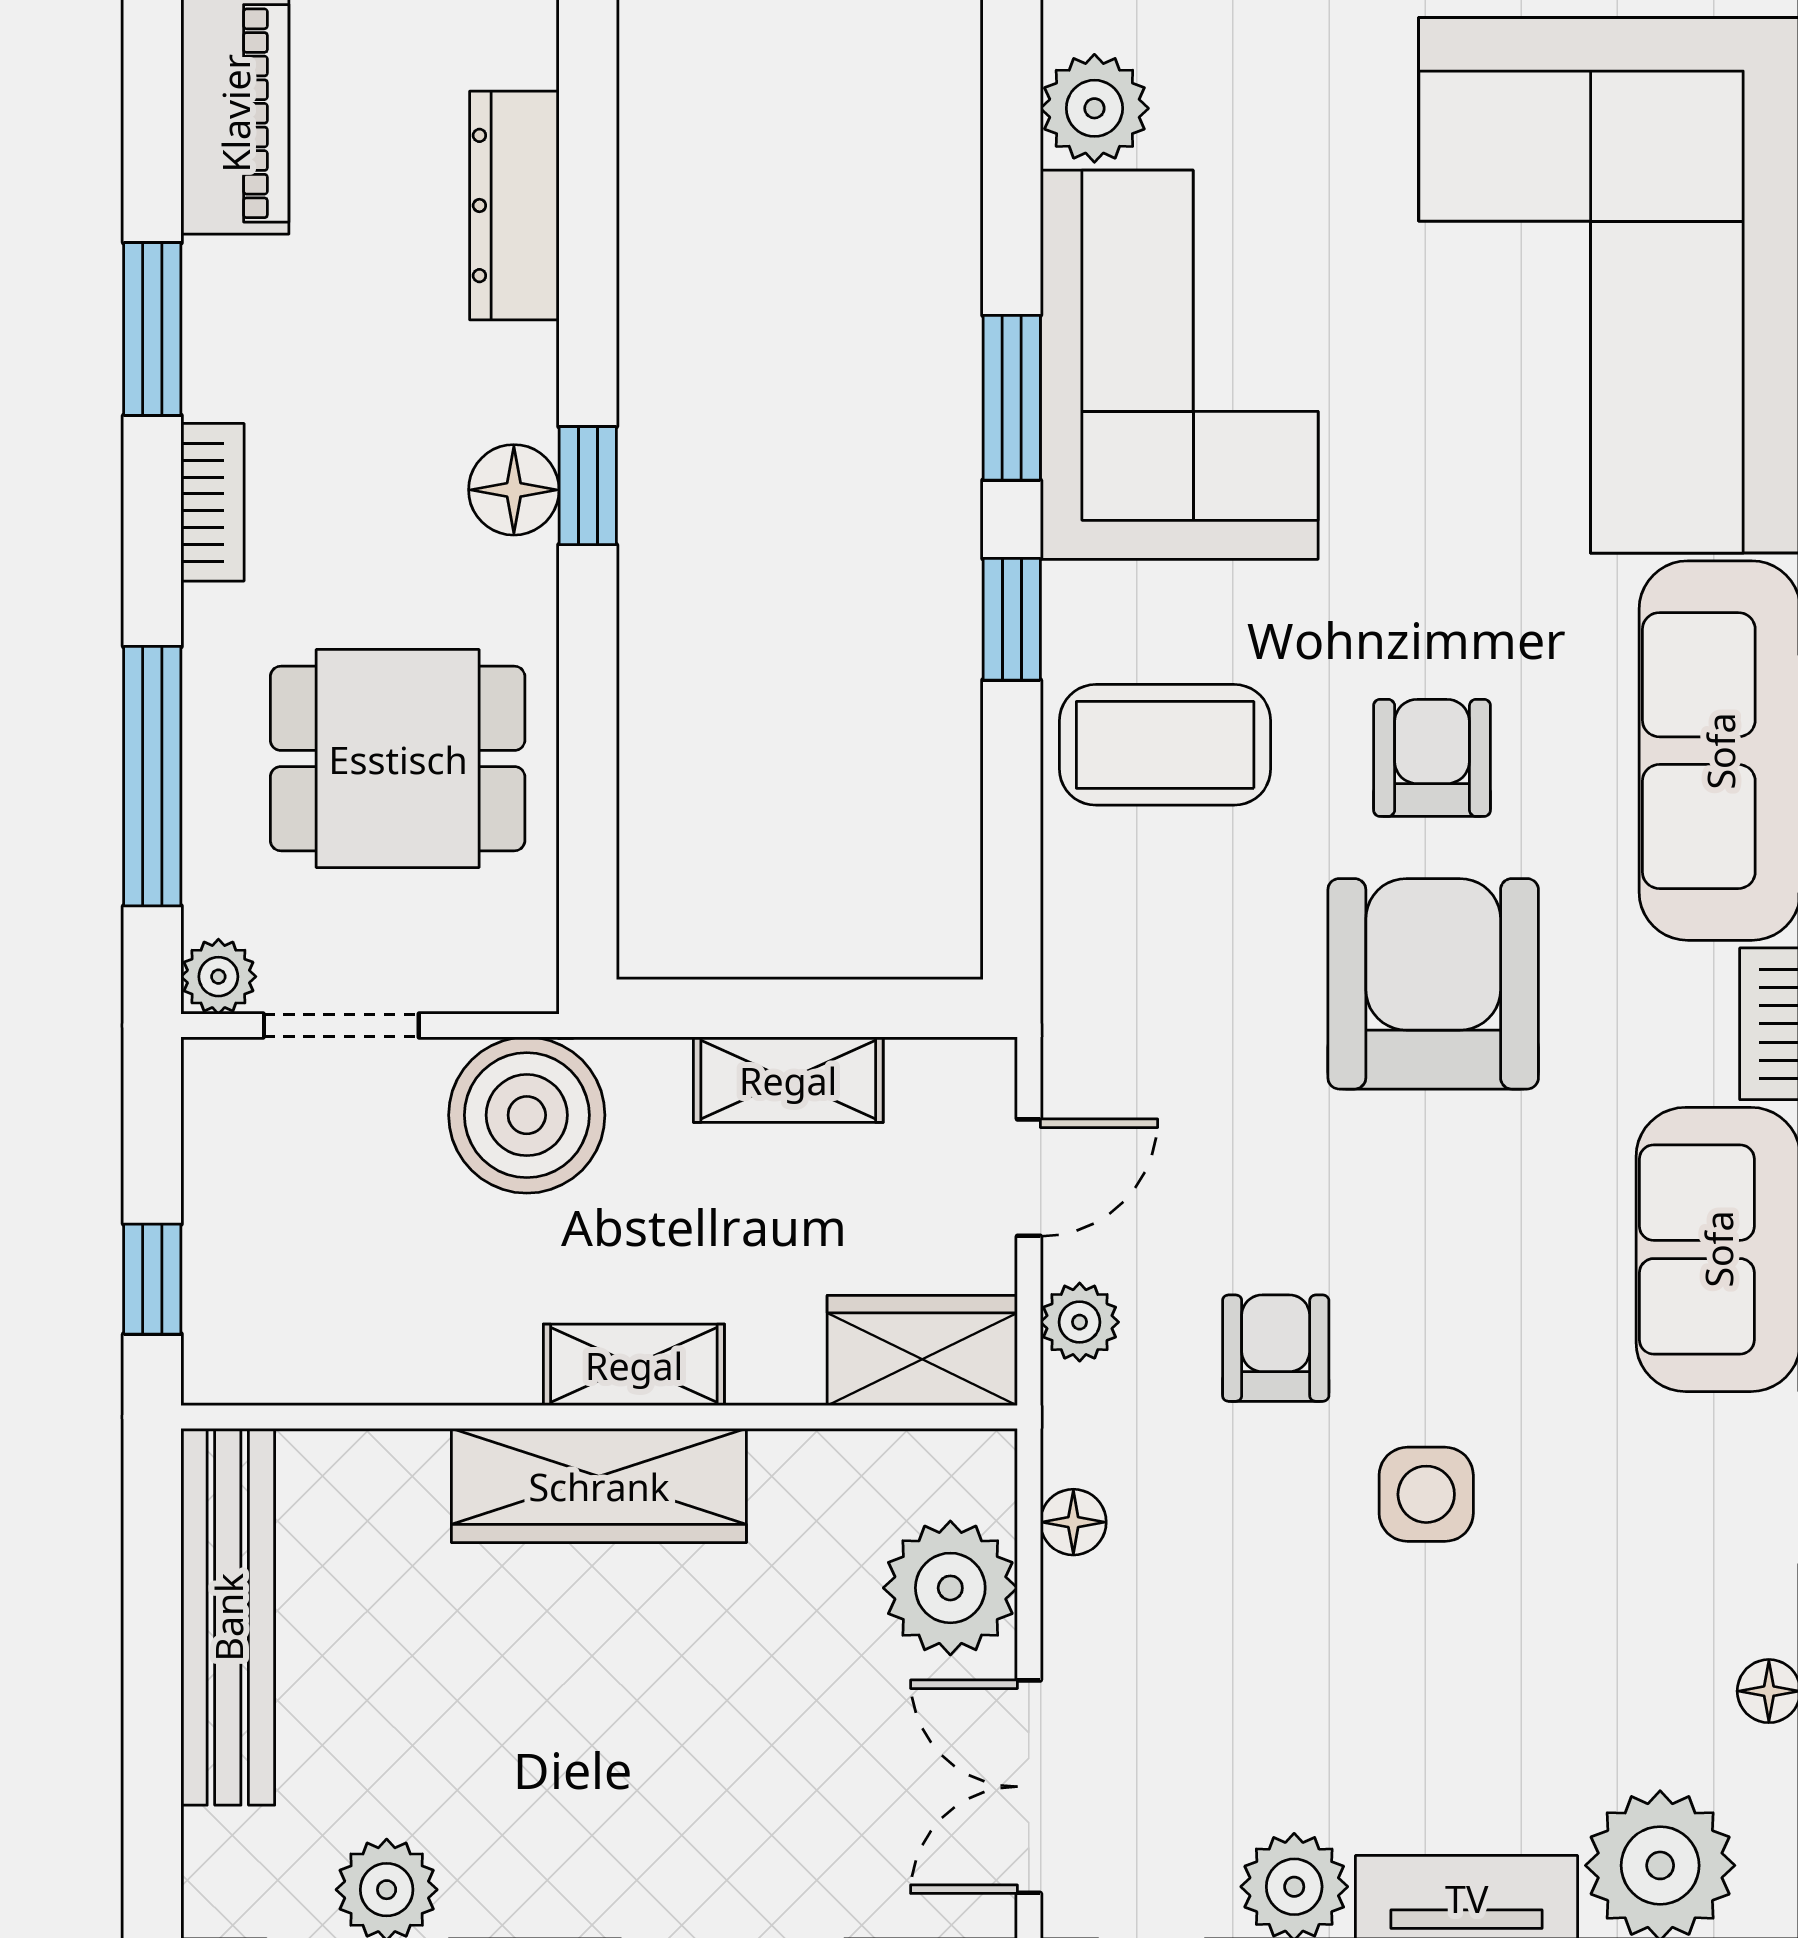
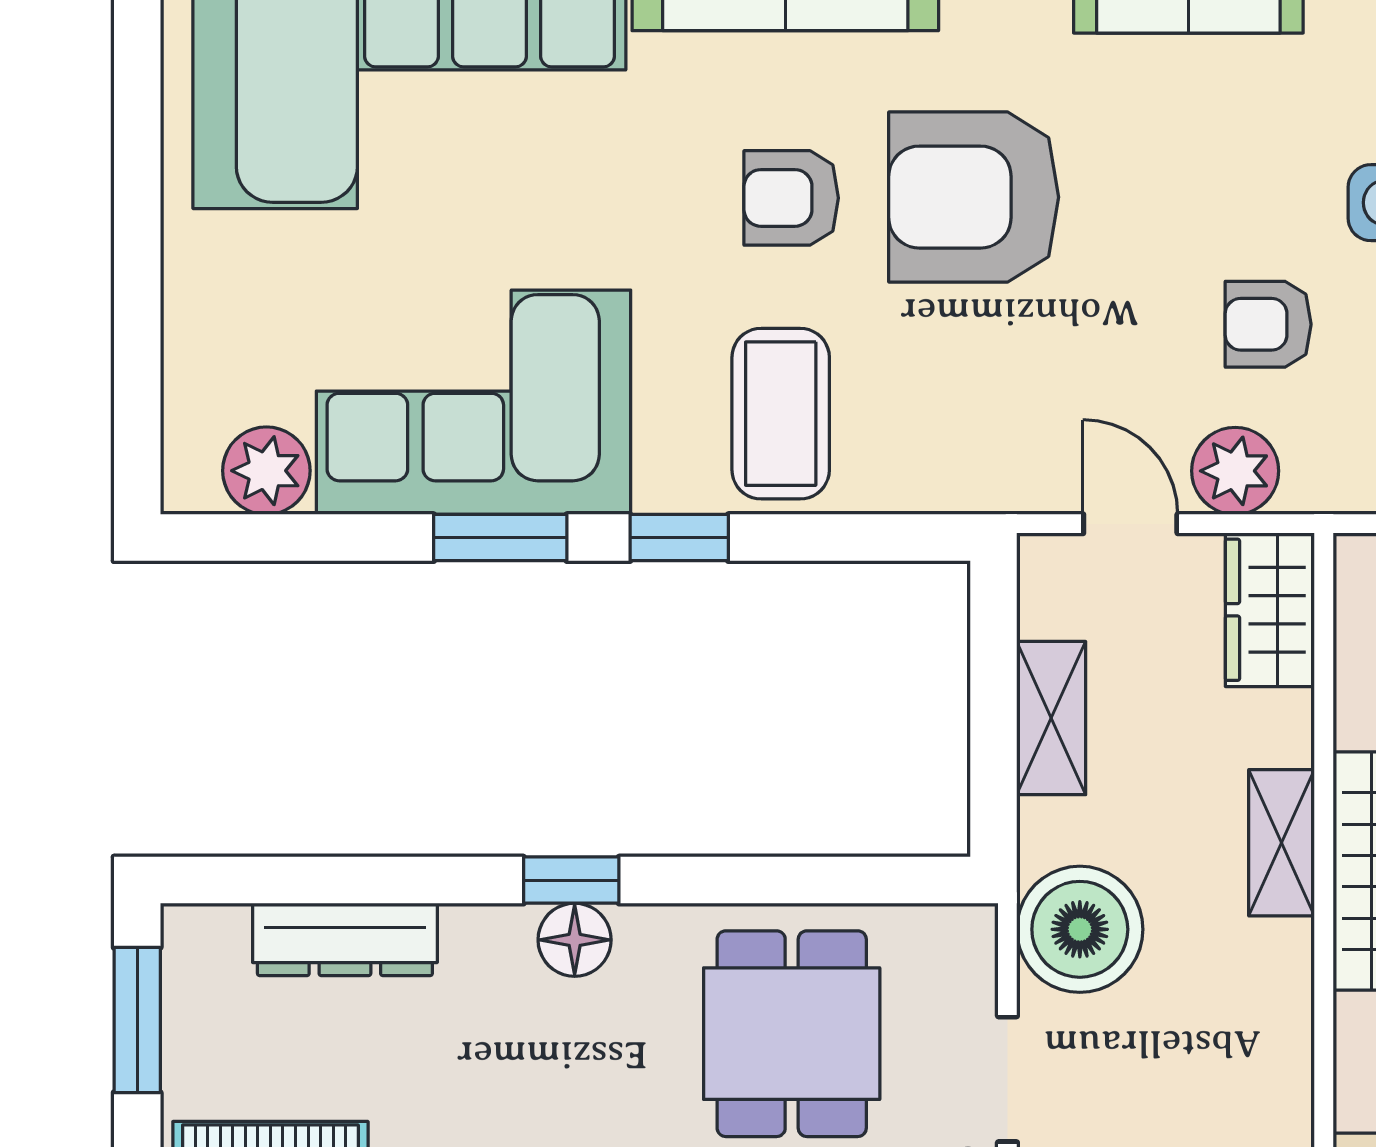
plant: (1080, 1322) -> (1235, 471), width x1.38, depth x1.38

